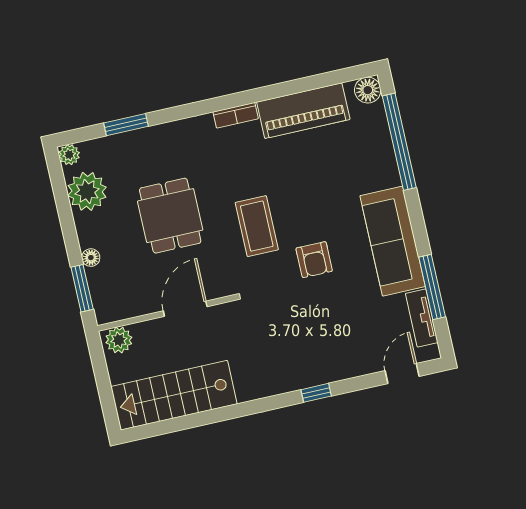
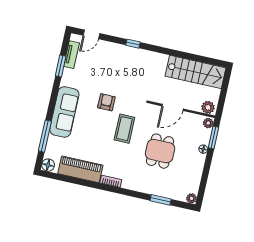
window: (399, 142) -> (45, 136), width x0.68
plant: (87, 191) -> (208, 123), moved, width x0.53, depth x0.53
sofa: (393, 241) -> (64, 112), moved
window: (432, 287) -> (61, 66), width x0.69

